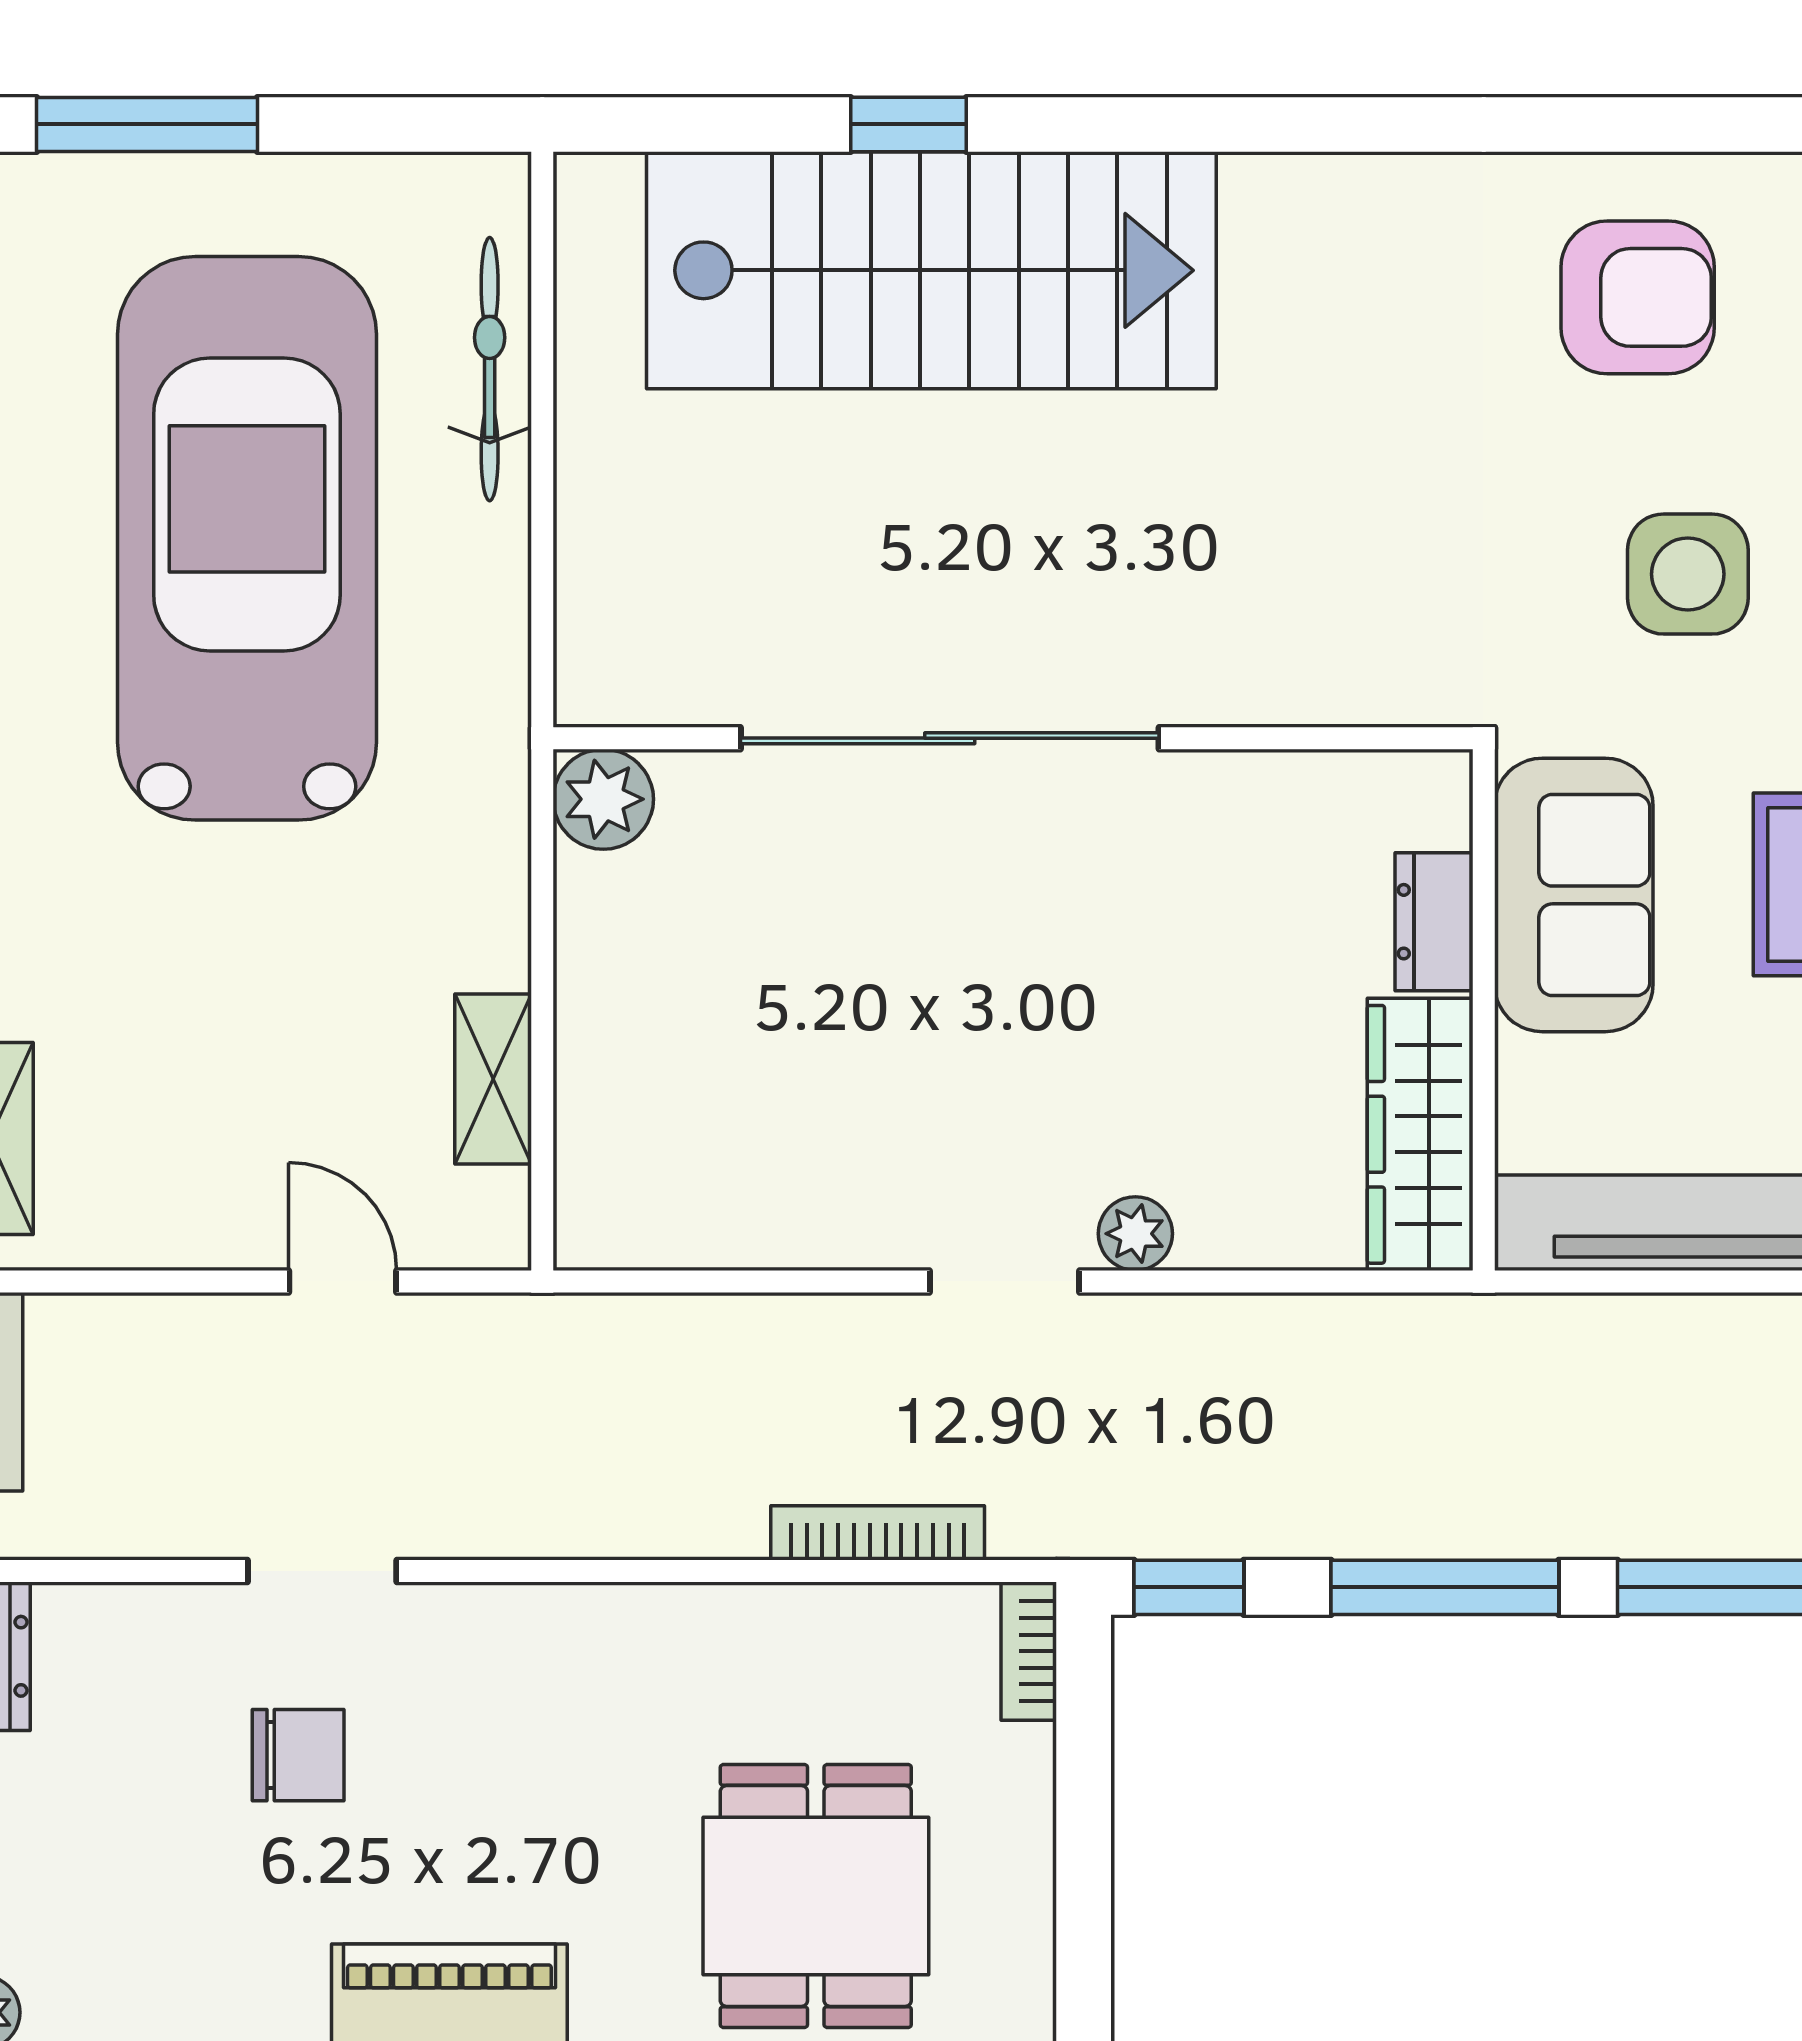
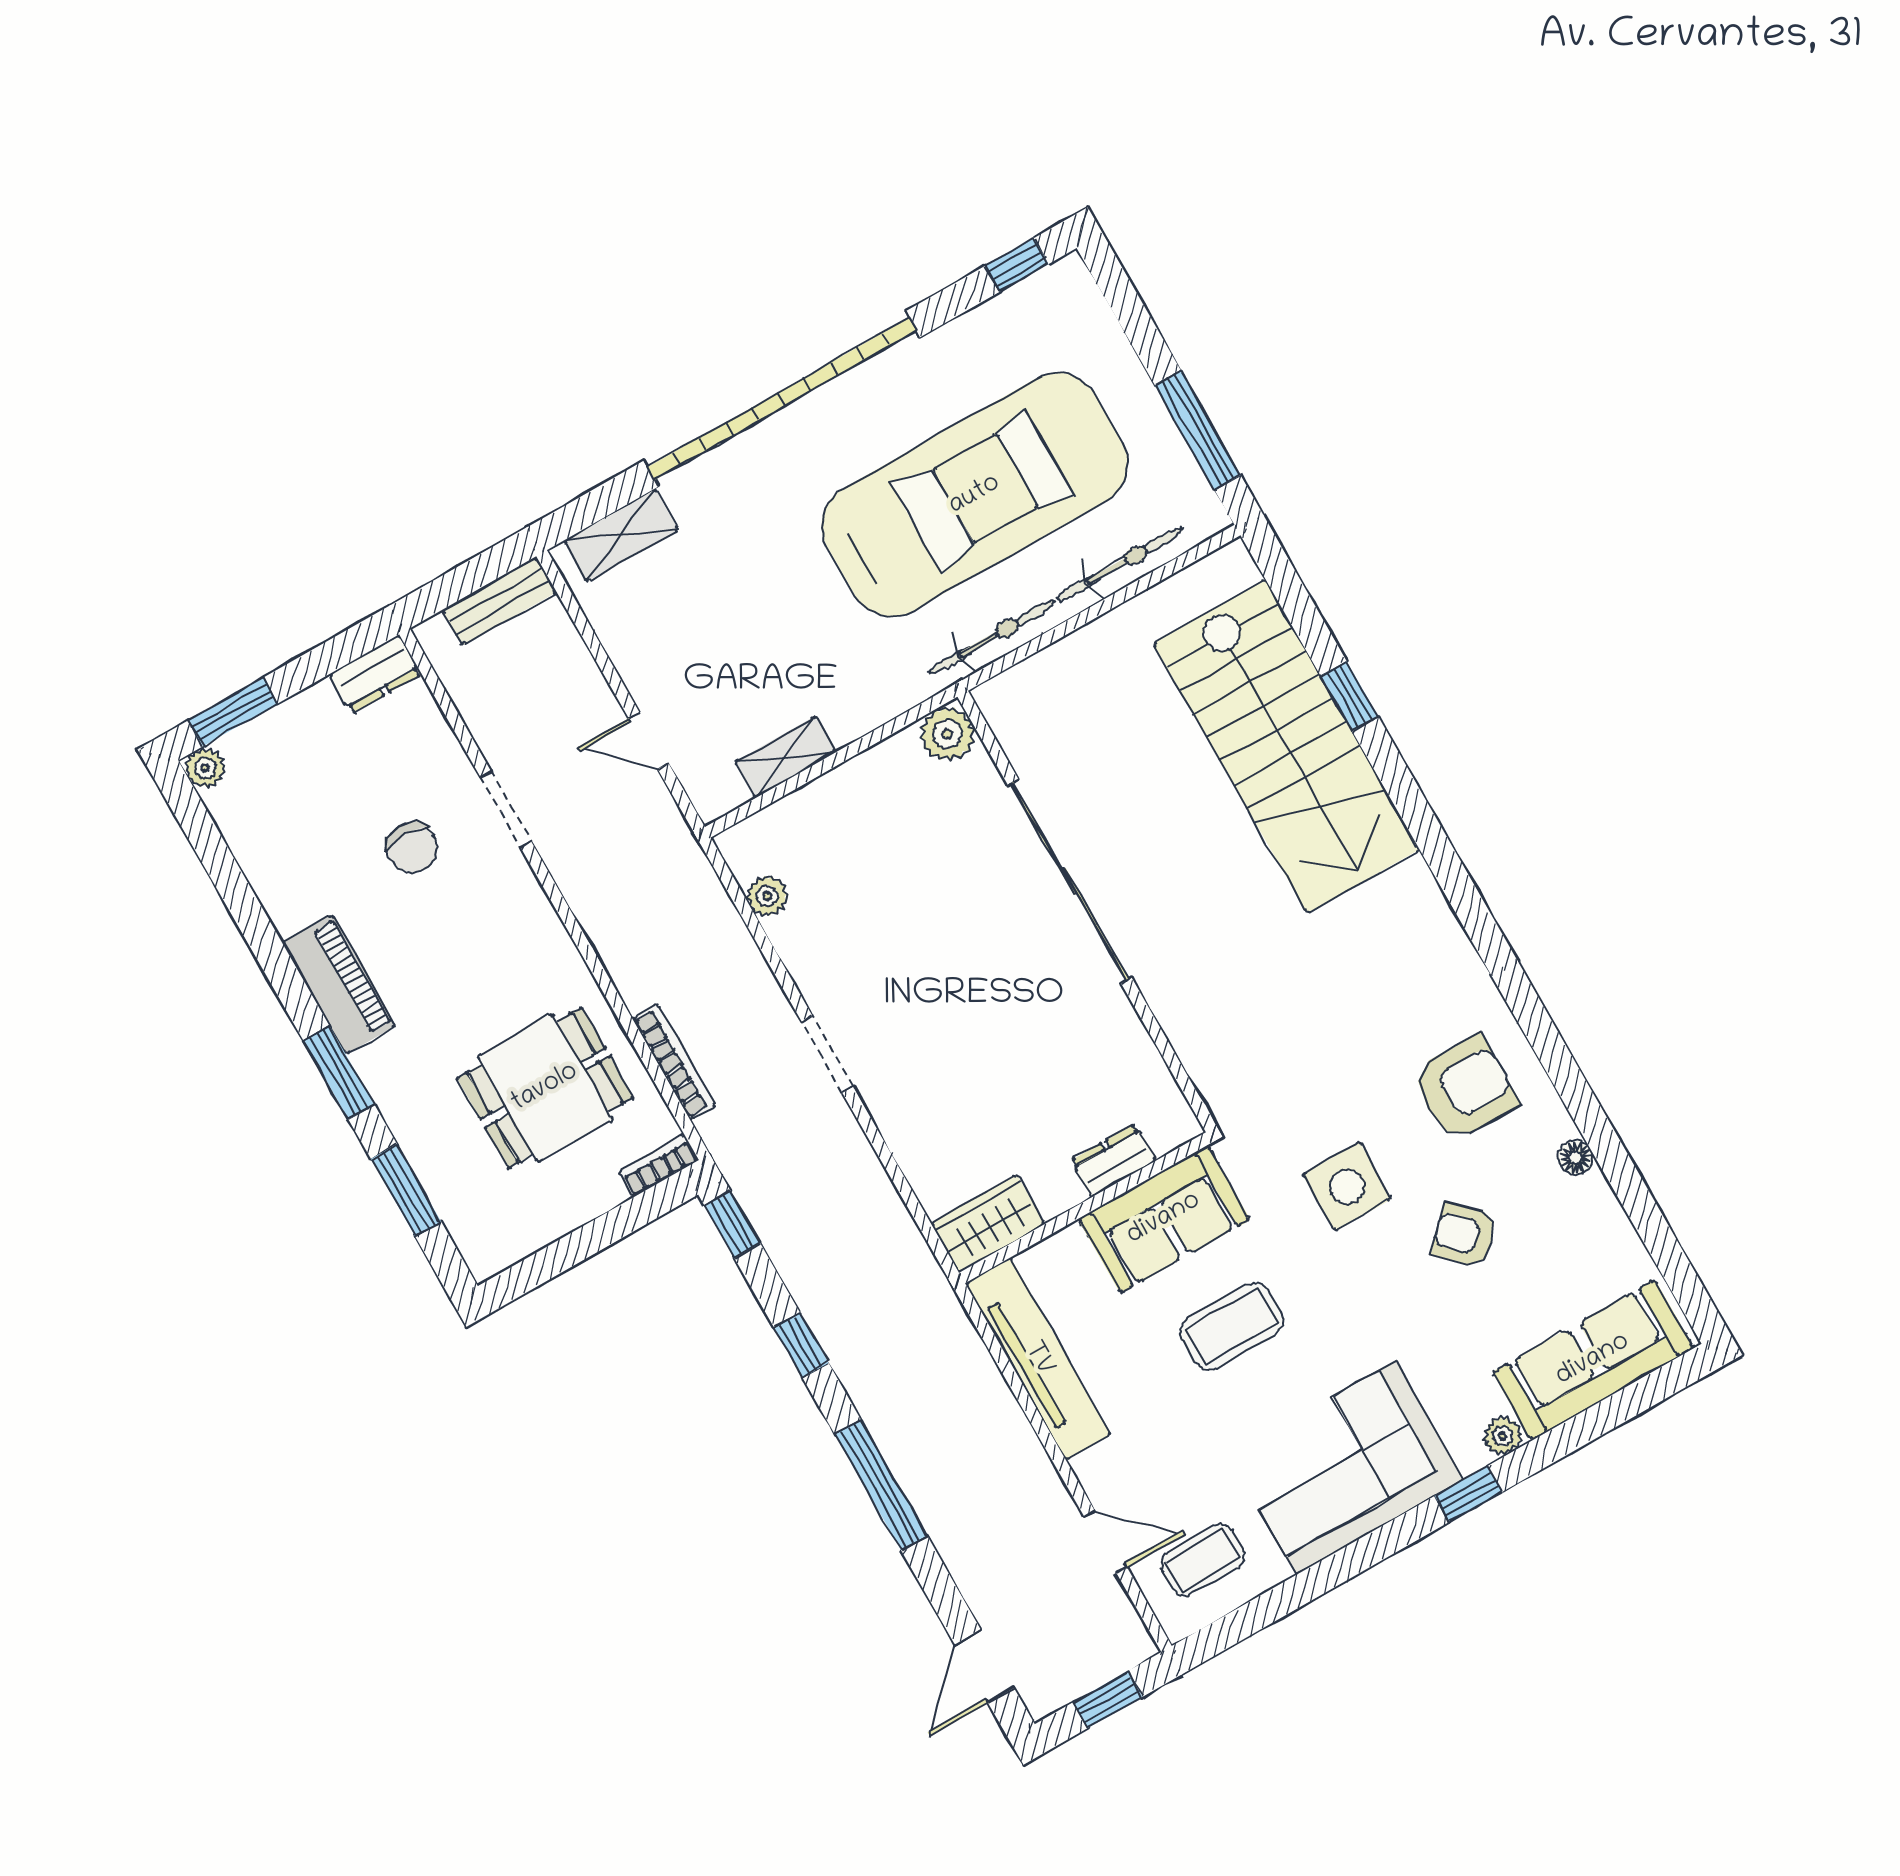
window: (147, 124) -> (1198, 430), moved
armchair: (1638, 297) -> (1464, 1088), turned -90
bicycle: (490, 640) -> (992, 637), added
wardrobe: (1420, 1134) -> (988, 1224), width x0.67
plant: (1135, 1234) -> (767, 896), moved
door: (343, 1281) -> (649, 741), swing flipped
window: (1445, 1587) -> (801, 1345), width x0.46
dining table: (816, 1896) -> (545, 1088), moved

